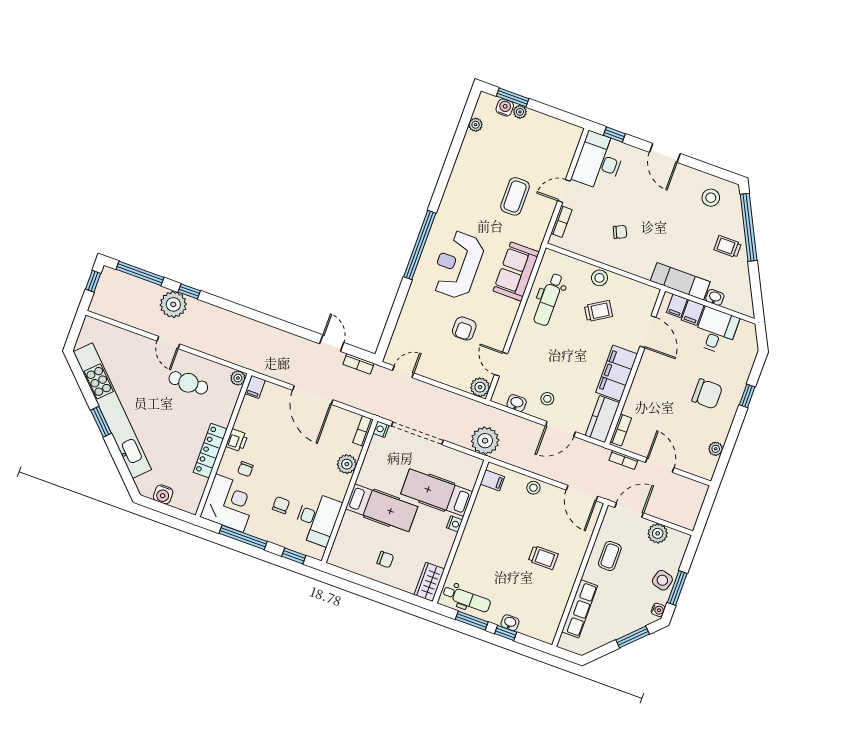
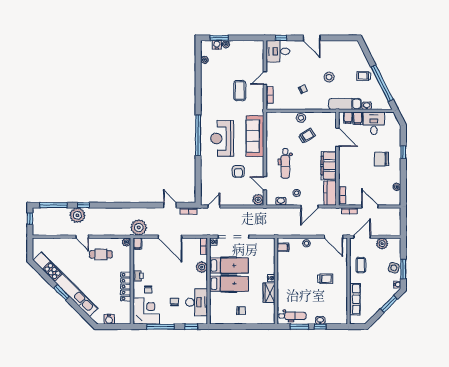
desk: (599, 161) -> (278, 51), width x0.73
stool: (711, 198) -> (329, 77), moved
window: (749, 227) -> (382, 83), moved
sofa: (516, 272) -> (255, 136), width x1.36
dental chair: (549, 299) -> (285, 163), moved
chair: (707, 394) -> (381, 159), turned 180
plant: (485, 441) -> (139, 227), moved
hospital bed: (437, 493) -> (229, 266), moved, turned 180
wardrobe: (429, 582) -> (269, 293), moved

